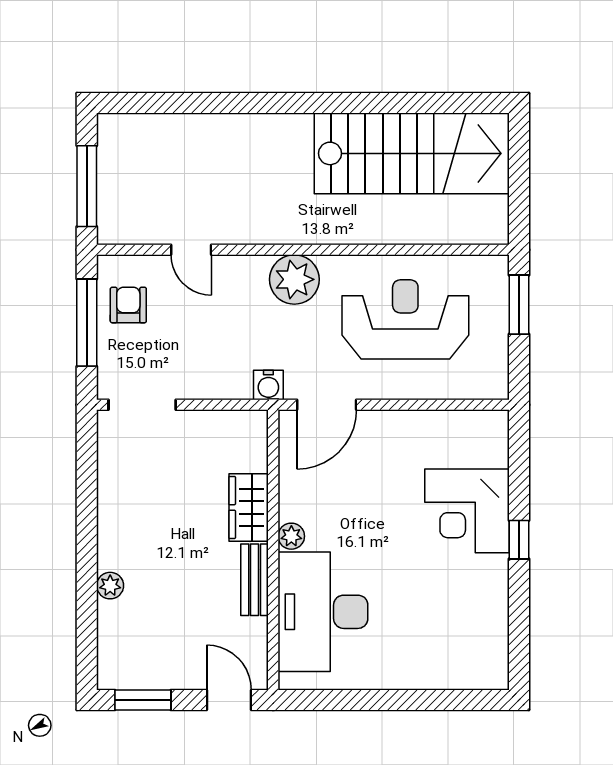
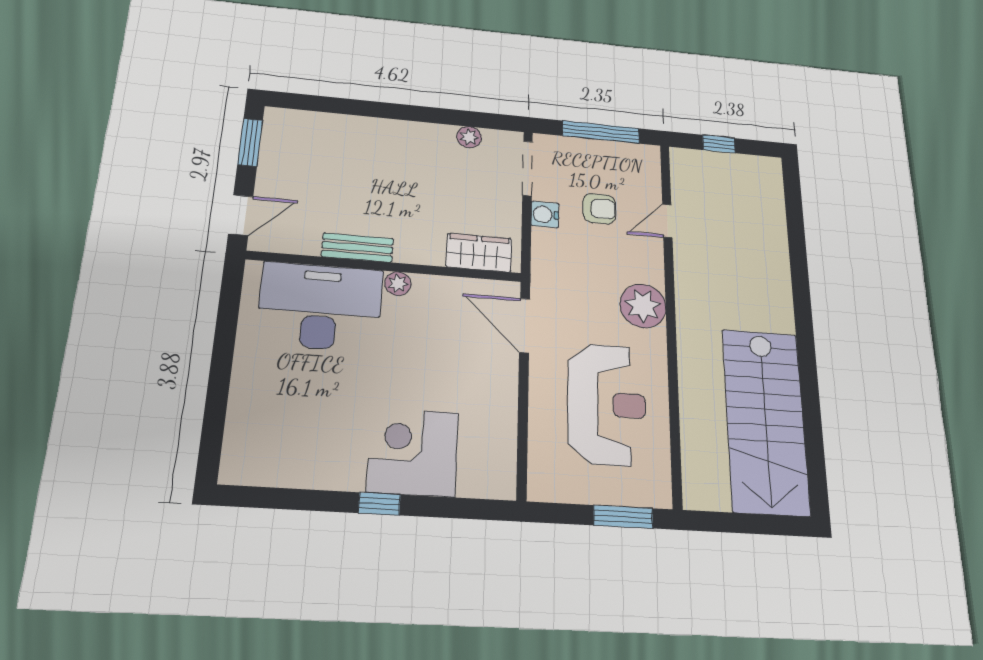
window: (87, 186) -> (719, 144), width x0.46
armchair: (128, 305) -> (599, 209), moved
water cooler: (268, 385) -> (545, 214), moved
wardrobe: (249, 507) -> (479, 253), moved
plant: (110, 586) -> (469, 137), moved

